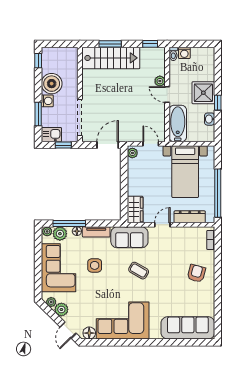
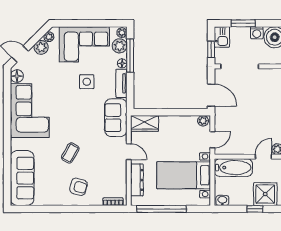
washbasin: (210, 119) -> (222, 200), moved
coffee table: (139, 271) -> (70, 153), moved

